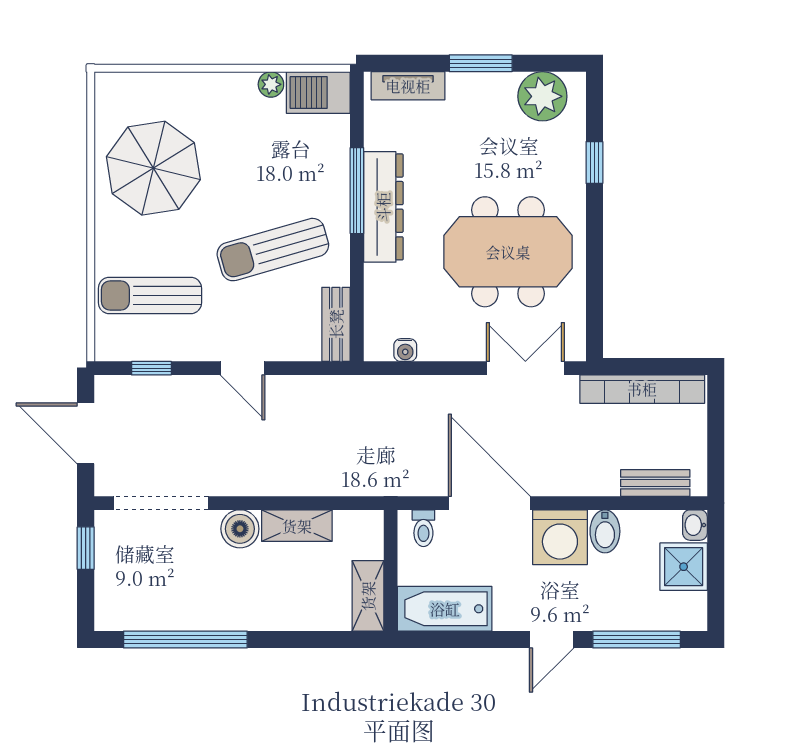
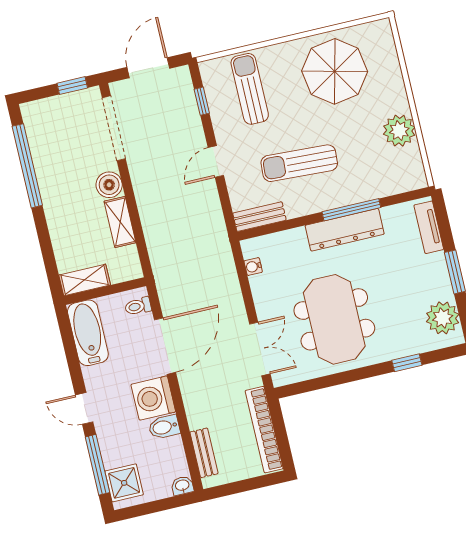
plant: (271, 84) -> (399, 131), width x1.88, depth x1.88
barbecue: (318, 93) -> (410, 169), removed
sun lounger: (273, 250) -> (299, 163), turned -71
shower: (684, 567) -> (124, 483), moved

